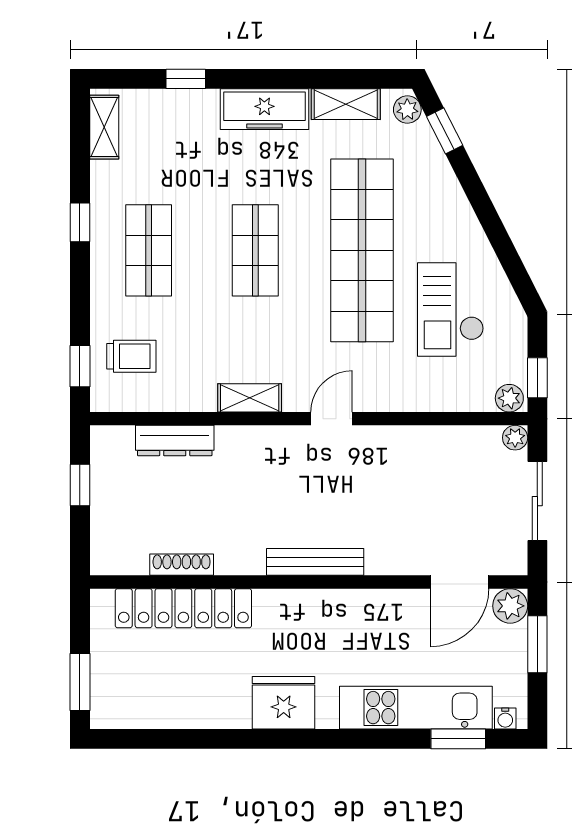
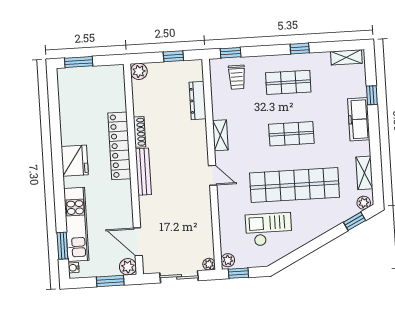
freezer: (264, 109) -> (359, 119), moved
plant: (107, 558) -> (139, 71), added
shoe rack: (182, 565) -> (140, 132), moved
locker: (183, 608) -> (119, 146), moved

